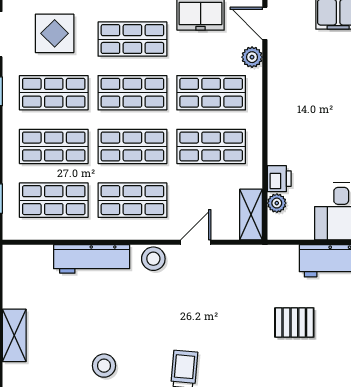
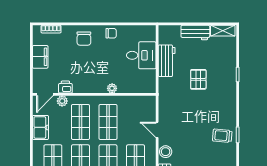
printer: (279, 179) -> (65, 87), moved
plant: (277, 203) -> (112, 88), moved
shelving: (251, 214) -> (143, 102), removed

